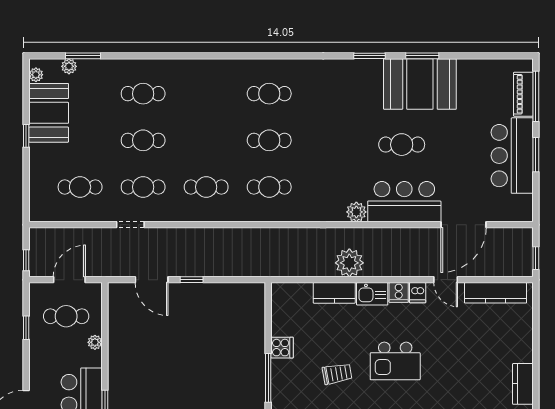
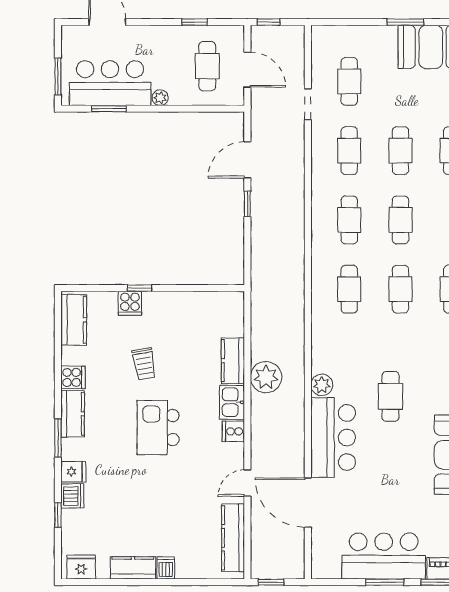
window: (26, 136) -> (405, 22), width x1.50
cafe table: (206, 140) -> (400, 220), added
cafe table: (402, 145) -> (391, 396), moved
doorway: (130, 225) -> (308, 104), moved
dishwasher: (418, 293) -> (166, 568), moved, turned 90
plant: (95, 342) -> (160, 98), moved
cooker: (282, 348) -> (130, 303), moved
window: (268, 378) -> (140, 288), width x0.46

